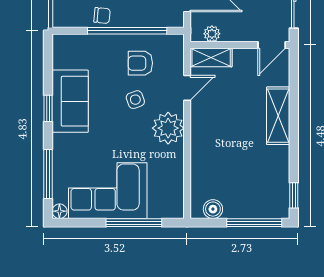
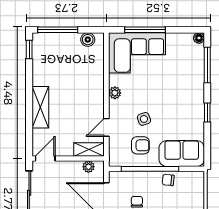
sofa: (70, 101) -> (182, 154), moved, turned 90
plant: (168, 128) -> (115, 93), width x0.53, depth x0.53
corner sofa: (108, 191) -> (137, 53), moved

